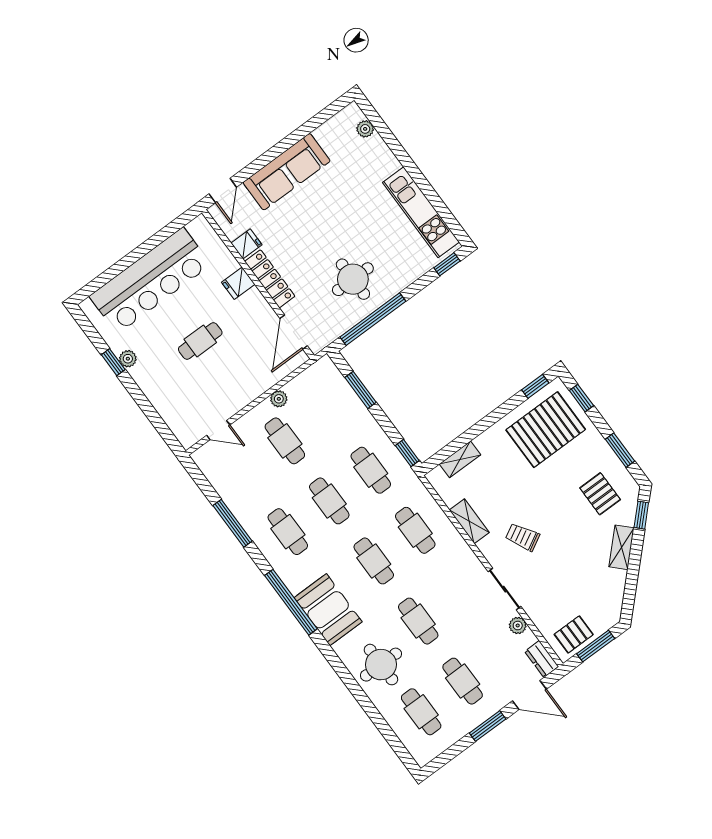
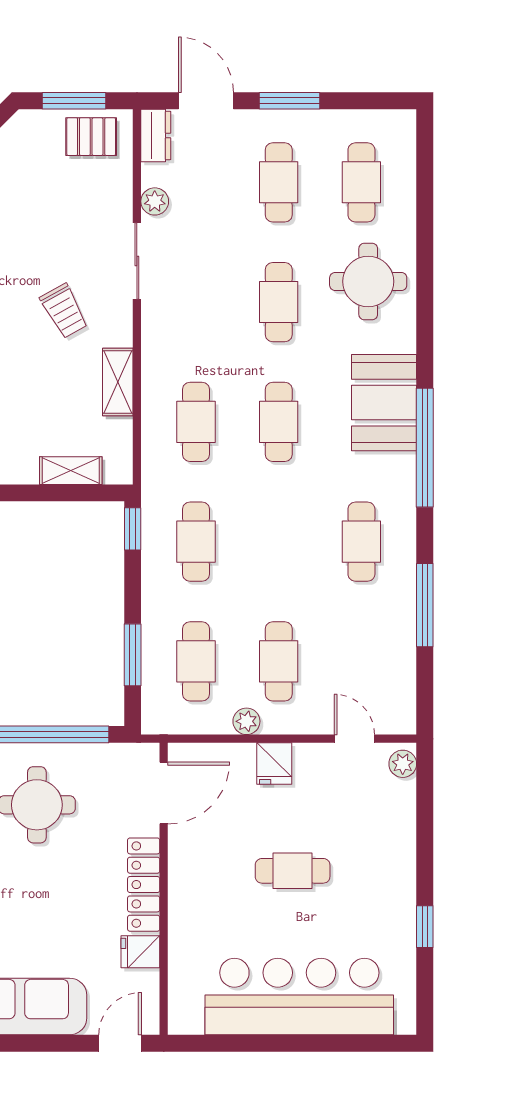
fridge: (238, 283) -> (274, 764), moved, turned 90
plant: (128, 359) -> (403, 764), moved
cafe table: (329, 501) -> (196, 661), moved

